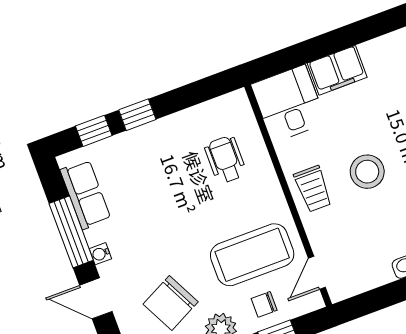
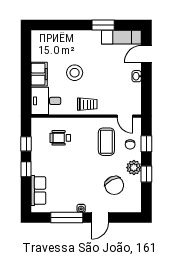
window: (94, 131) -> (26, 144), moved
stool: (367, 172) -> (75, 73), moved
row of seats: (85, 194) -> (38, 191), moved, turned 90
coffee table: (252, 255) -> (106, 142), width x0.73, depth x0.76

